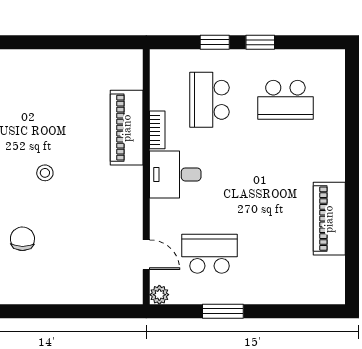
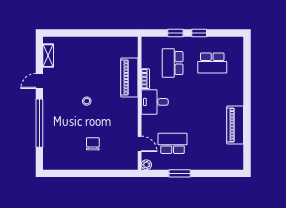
chair: (22, 239) -> (93, 144), moved

